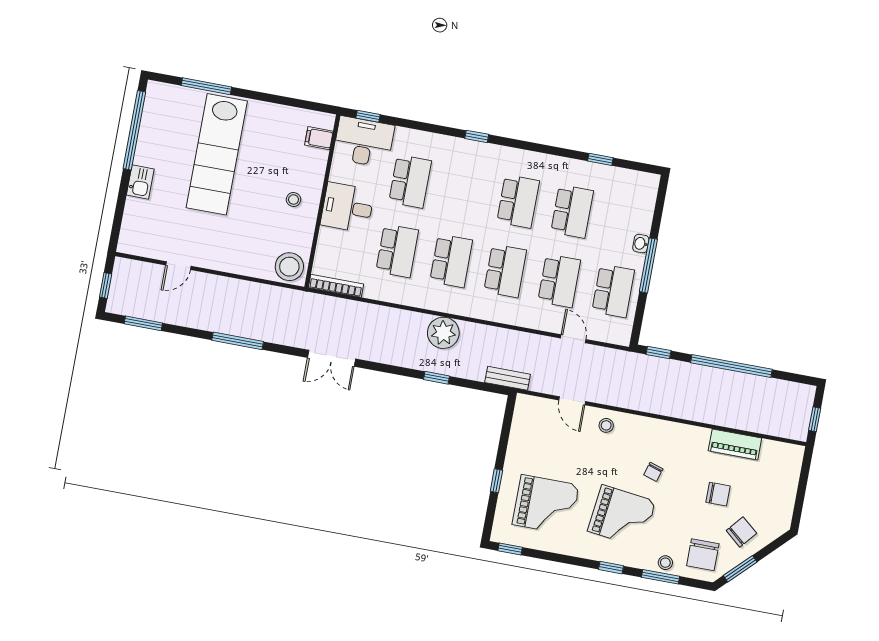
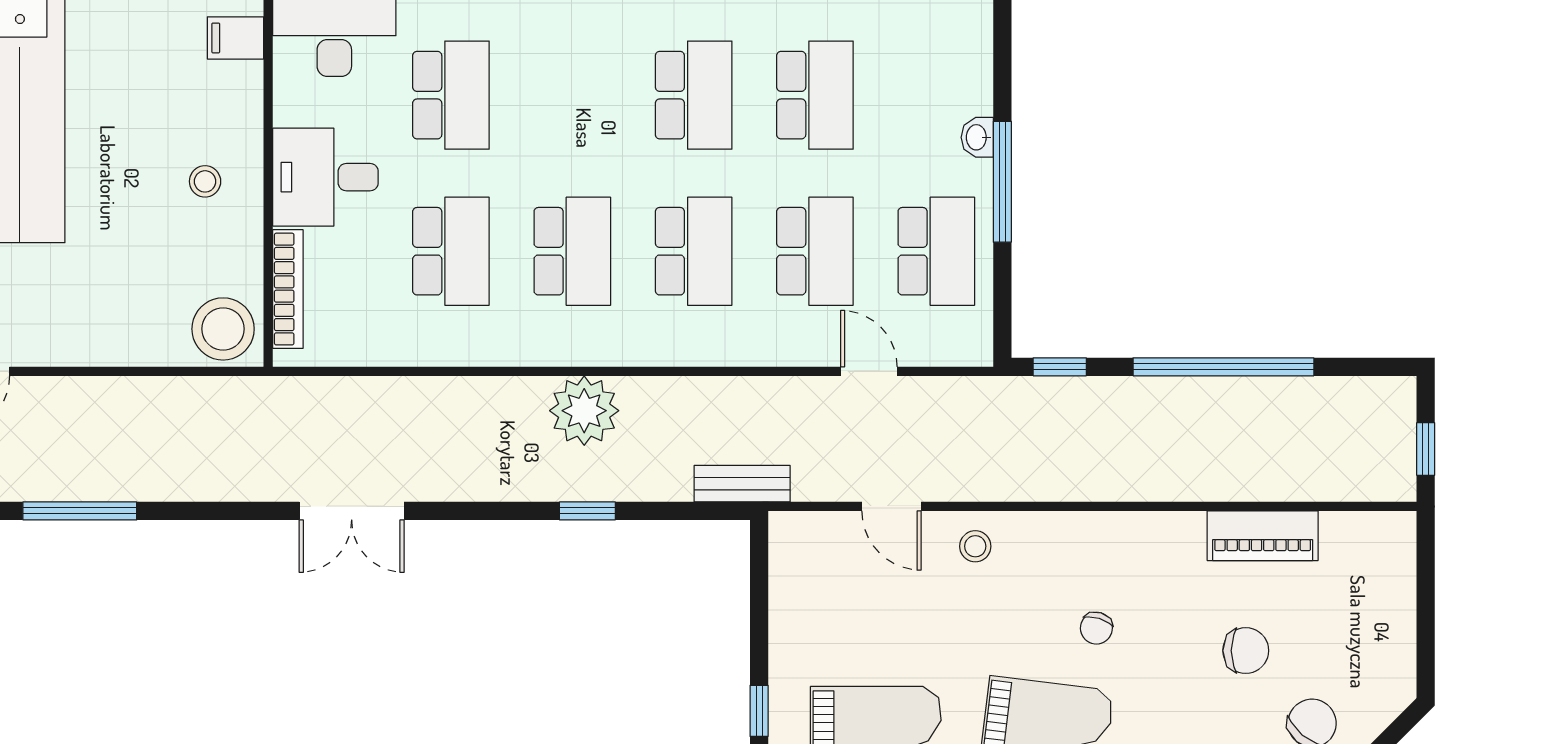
bookcase: (336, 286) -> (288, 289), moved, turned 90
window: (238, 341) -> (80, 511), moved

